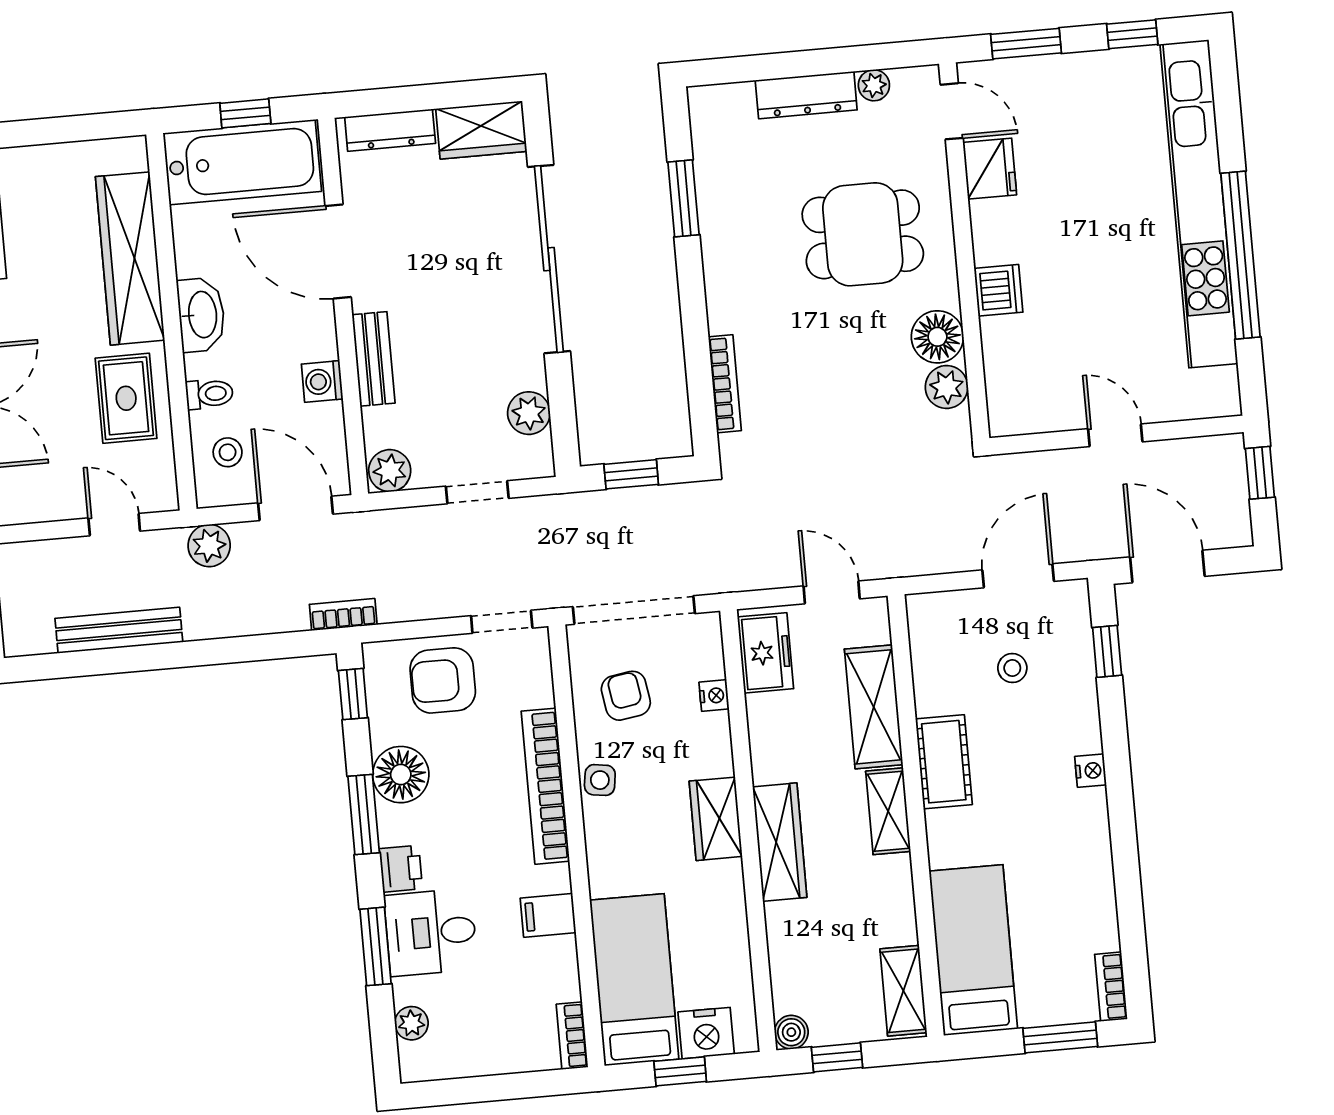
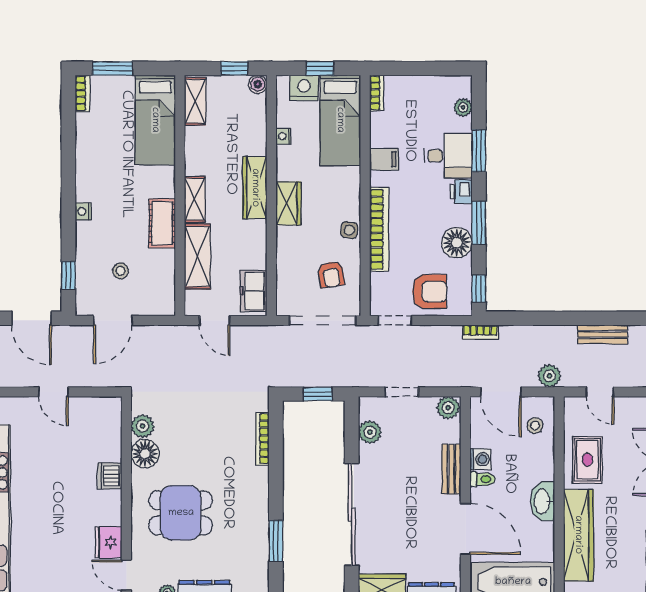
toilet: (209, 394) -> (482, 479), moved, turned 180
bench: (119, 630) -> (602, 334), width x0.73
nightstand: (714, 696) -> (283, 136), moved

